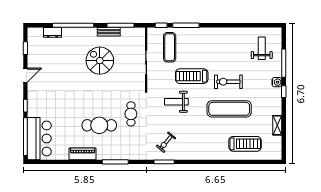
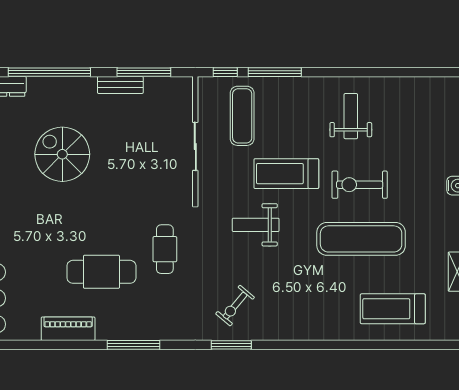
weight bench: (262, 48) -> (351, 116), moved
spiral stairs: (100, 61) -> (62, 154), moved
treadmill: (245, 144) -> (393, 309), turned 180

